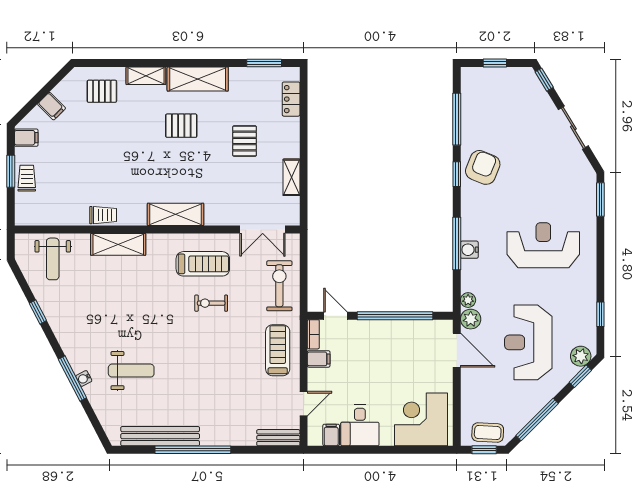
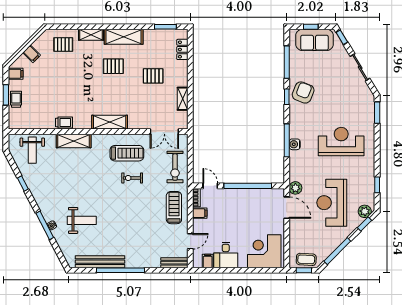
sofa: (501, 84) -> (314, 40), added
pallet: (245, 141) -> (153, 76), turned 90
exercise bike: (279, 286) -> (175, 167), turned 180
plant: (468, 300) -> (294, 176), removed

